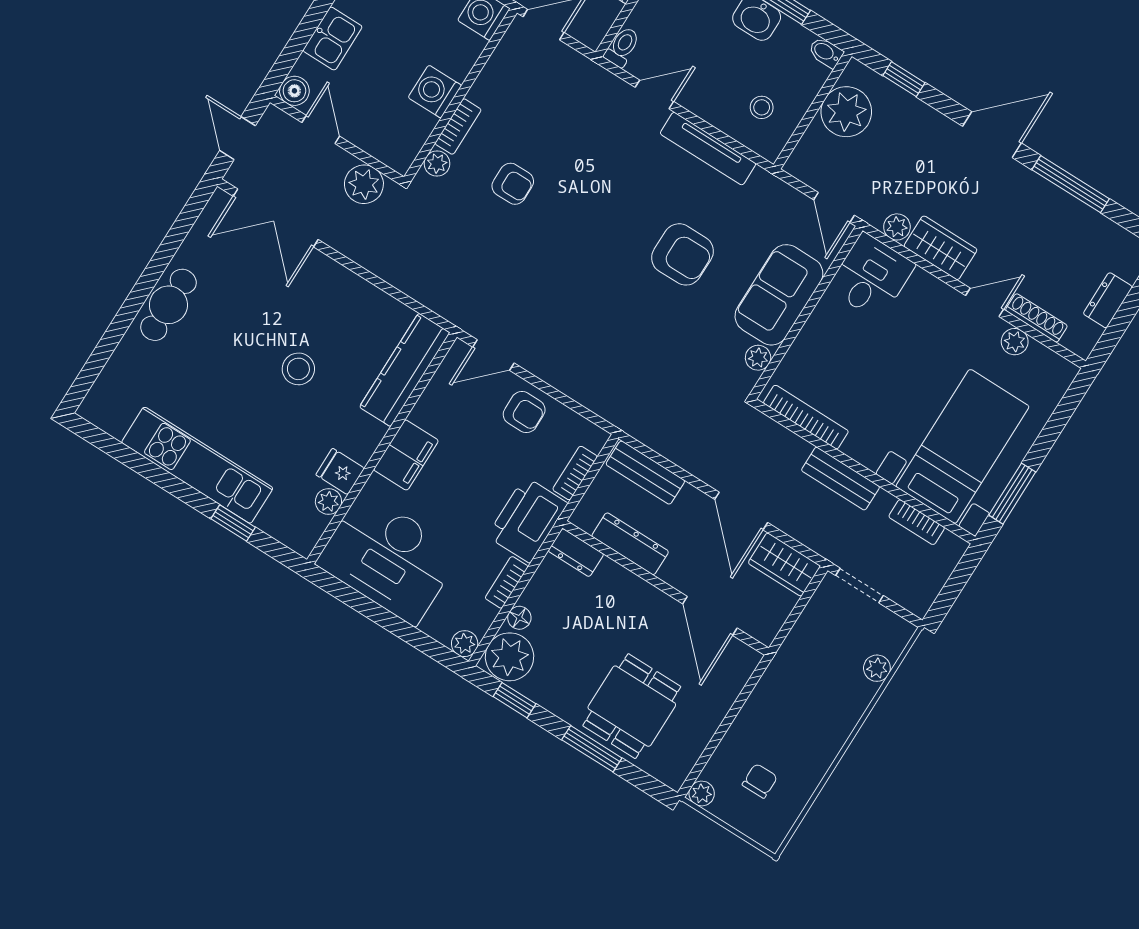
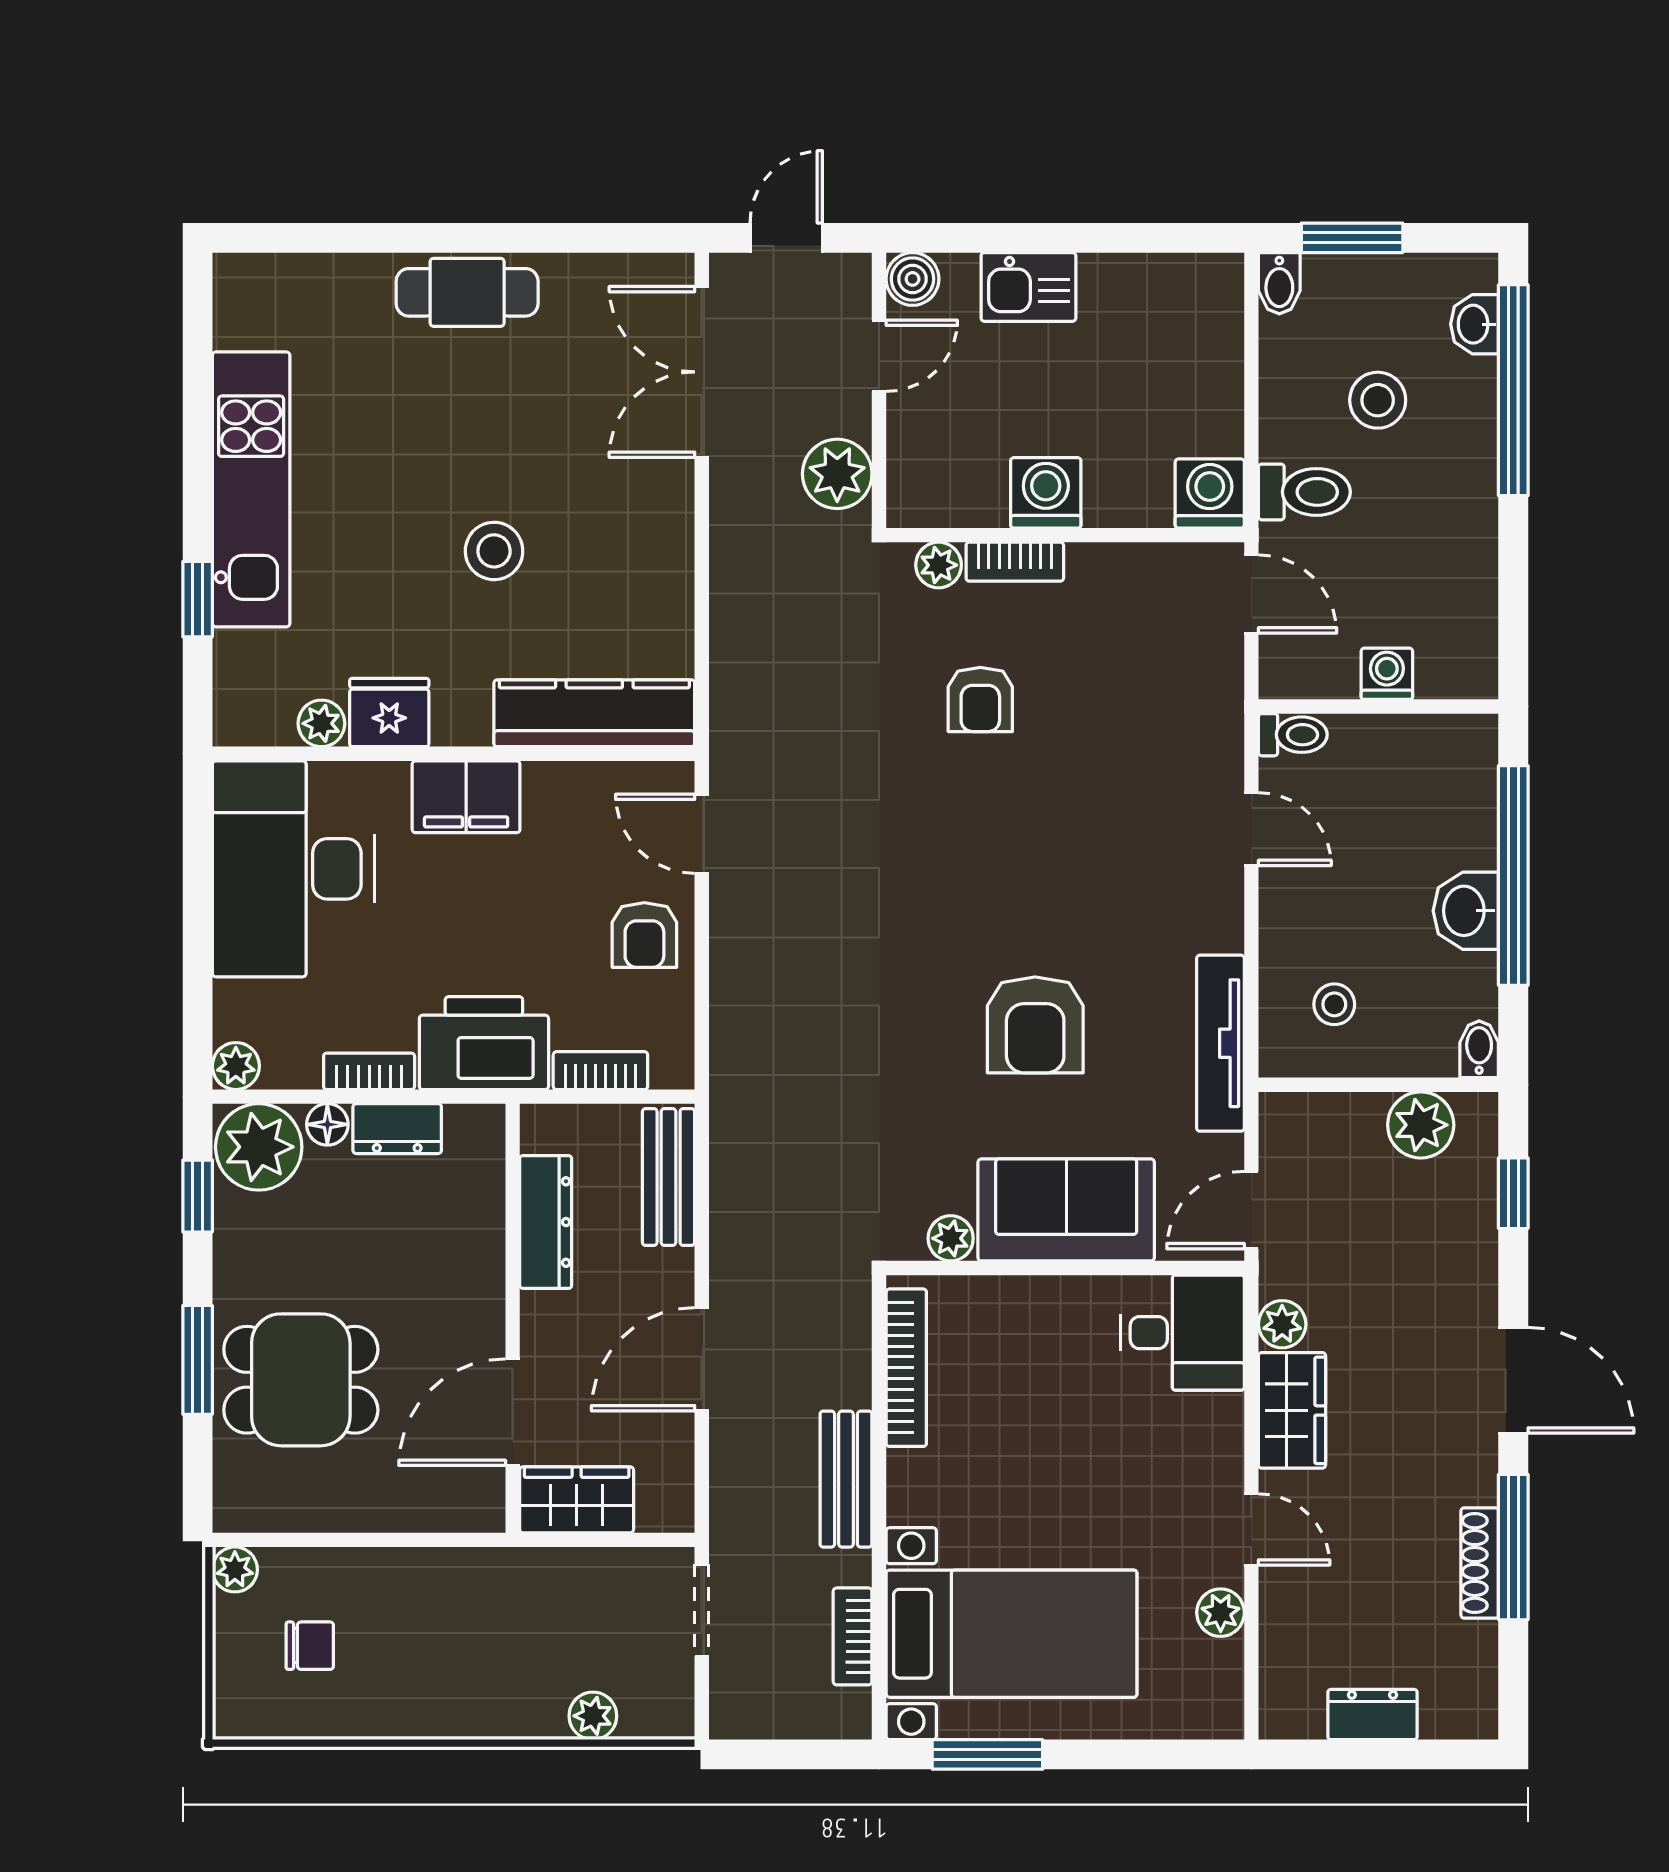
plant: (846, 112) -> (1421, 1125), width x0.73, depth x0.73
tv unit: (708, 149) -> (1220, 1043), moved
shoe rack: (1036, 318) -> (1480, 1563), moved, turned 180
fridge: (340, 471) -> (389, 712), width x1.38
dresser: (576, 553) -> (397, 1129), moved, turned -90
wardrobe: (784, 565) -> (577, 1500), moved, turned 90

